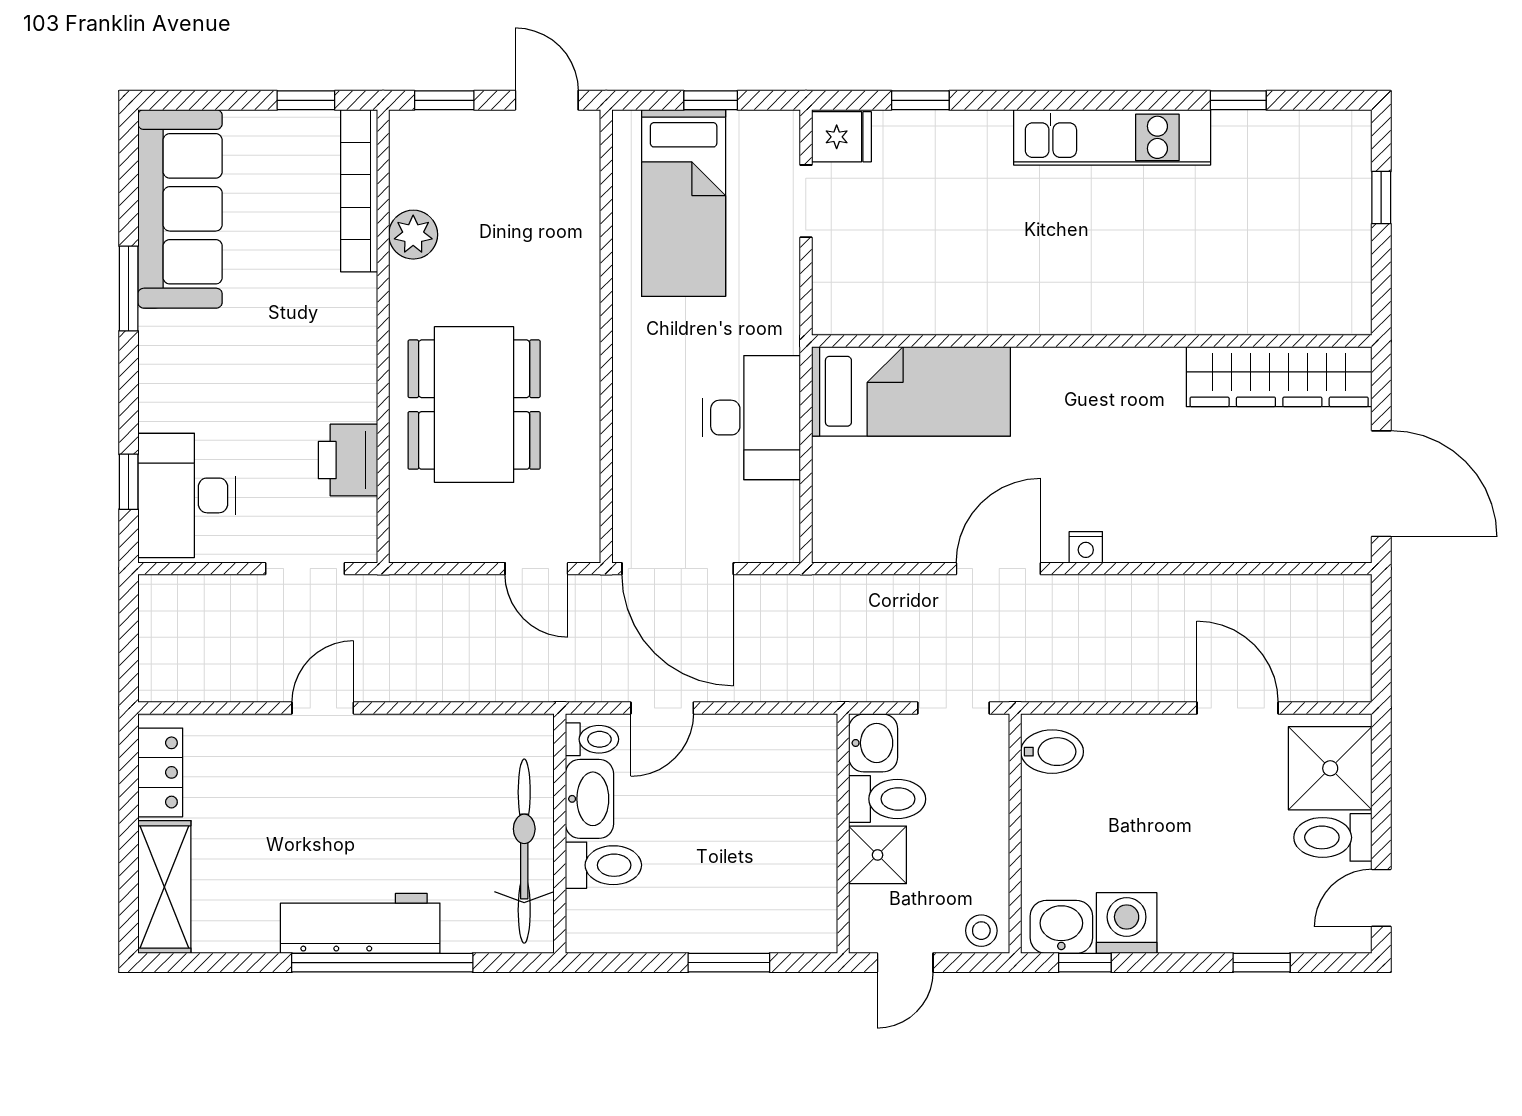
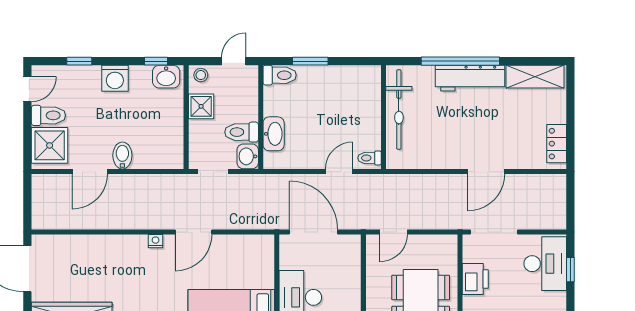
doorway: (305, 569) -> (494, 232), width x1.38
door: (536, 569) -> (394, 232), swing flipped
door: (678, 569) -> (314, 232), moved
door: (323, 708) -> (486, 172), width x1.38
door: (1238, 708) -> (90, 172), hinge flipped
bidet: (1052, 752) -> (122, 155), moved, turned 90
washbasin: (589, 799) -> (274, 134), moved, turned 180
shower: (878, 855) -> (201, 106), moved
toilet: (603, 865) -> (280, 75), moved, turned 180
shelving: (164, 887) -> (535, 77), moved, turned 90
washing machine: (1127, 923) -> (115, 78), moved

